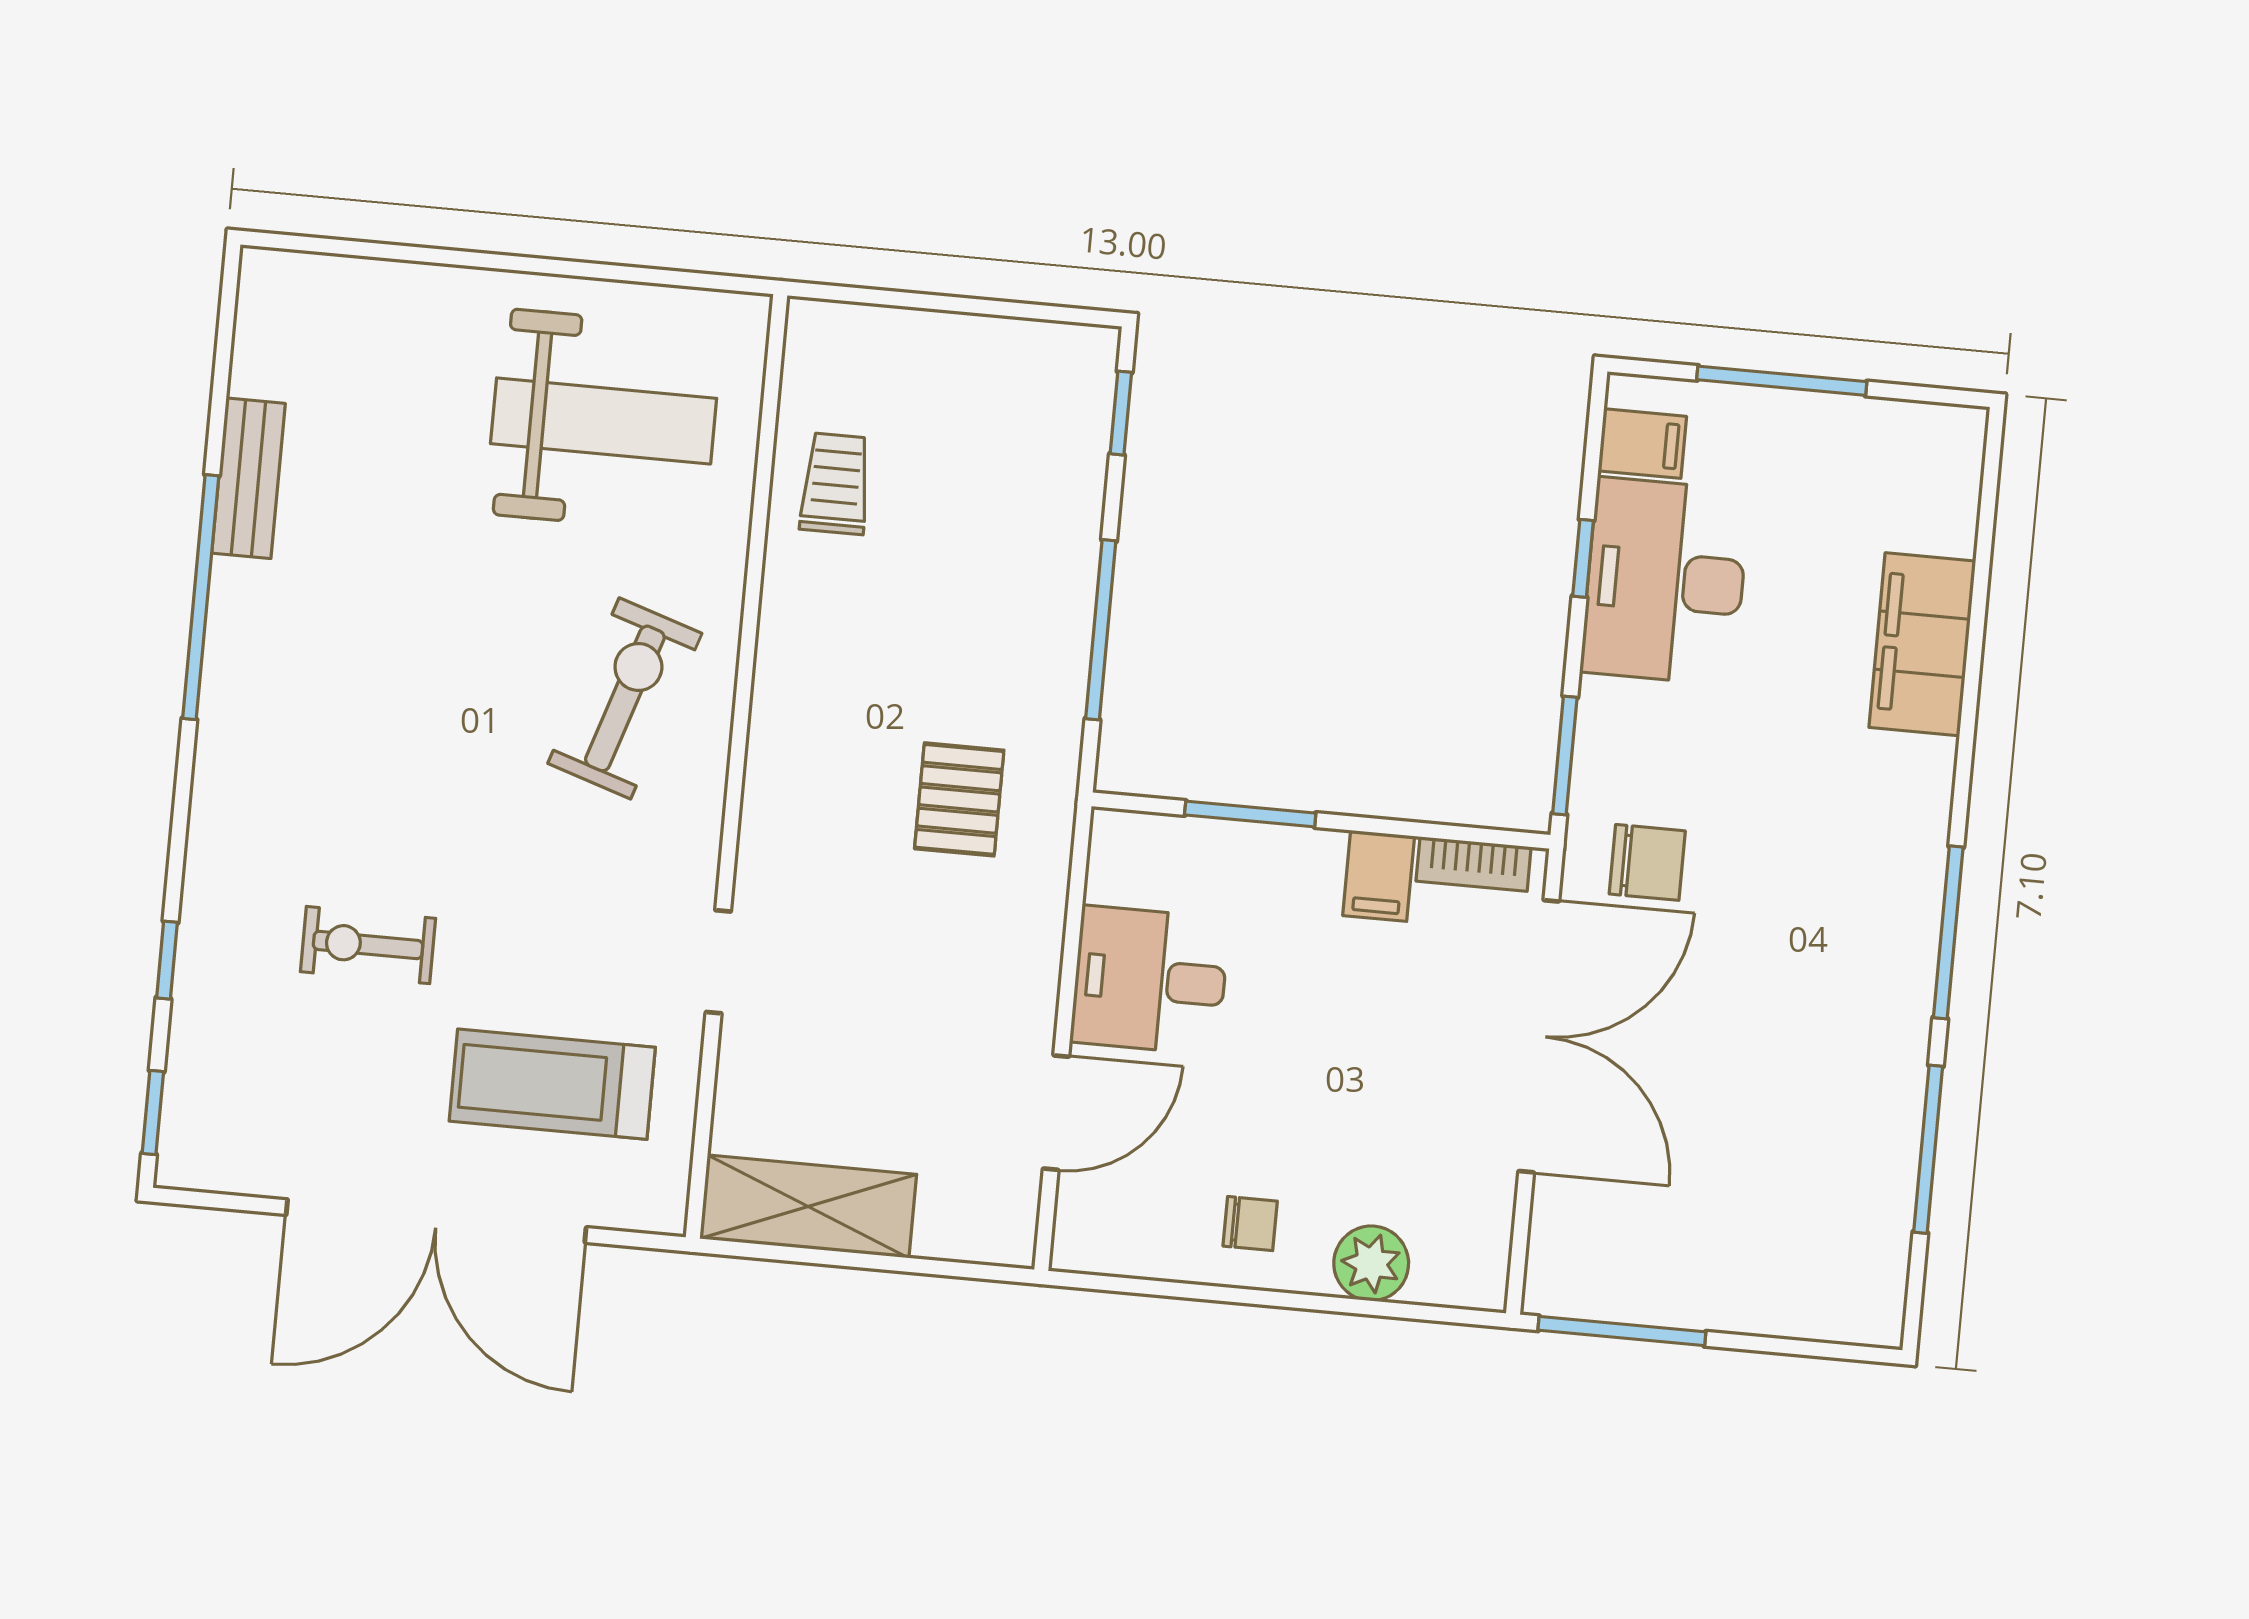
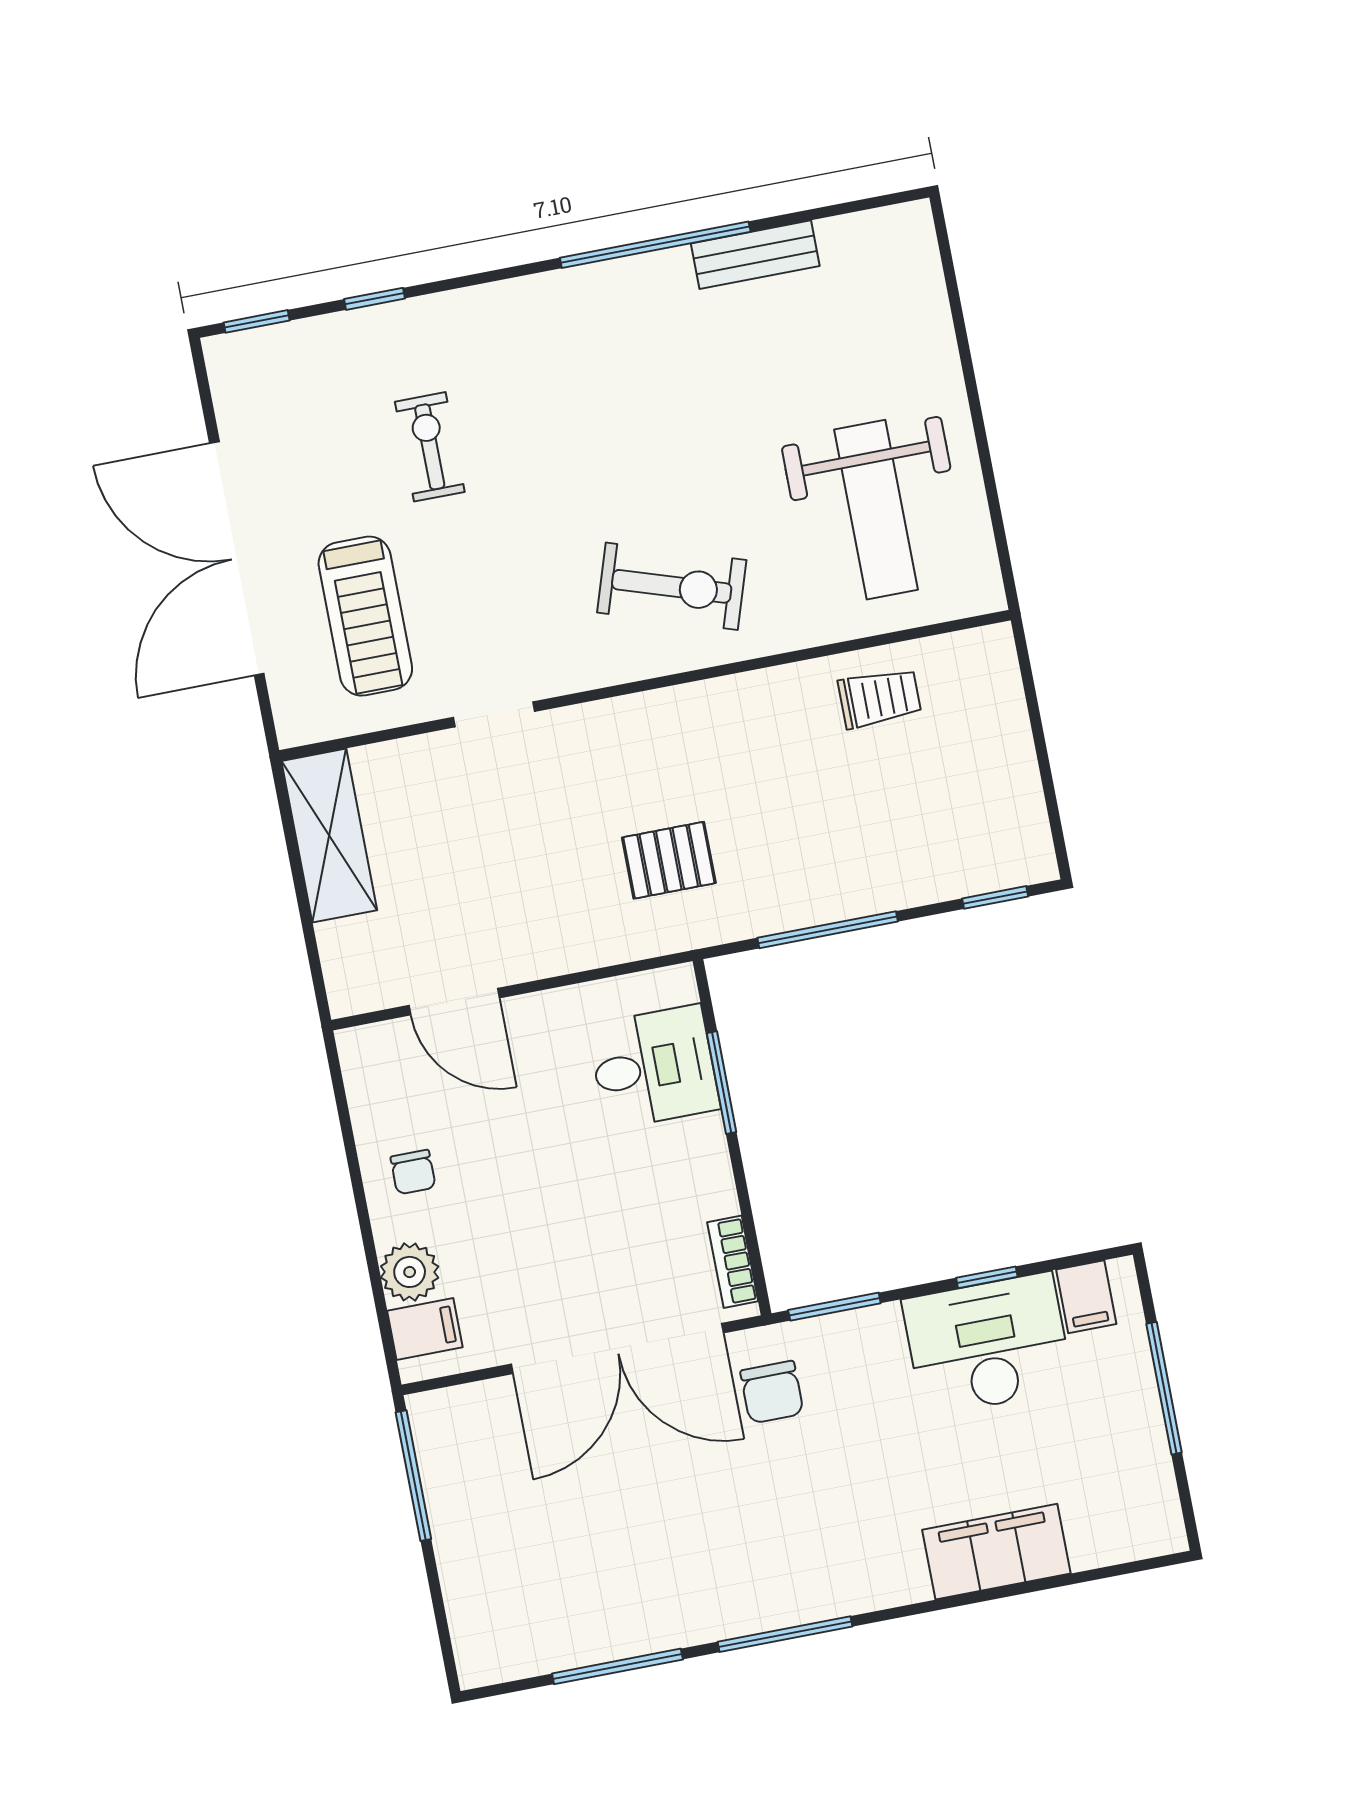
filing cabinet: (1379, 876) -> (425, 1329), moved, turned 180
desk: (1150, 980) -> (654, 1067), moved, turned 90
treadmill: (552, 1084) -> (365, 616), turned 180

